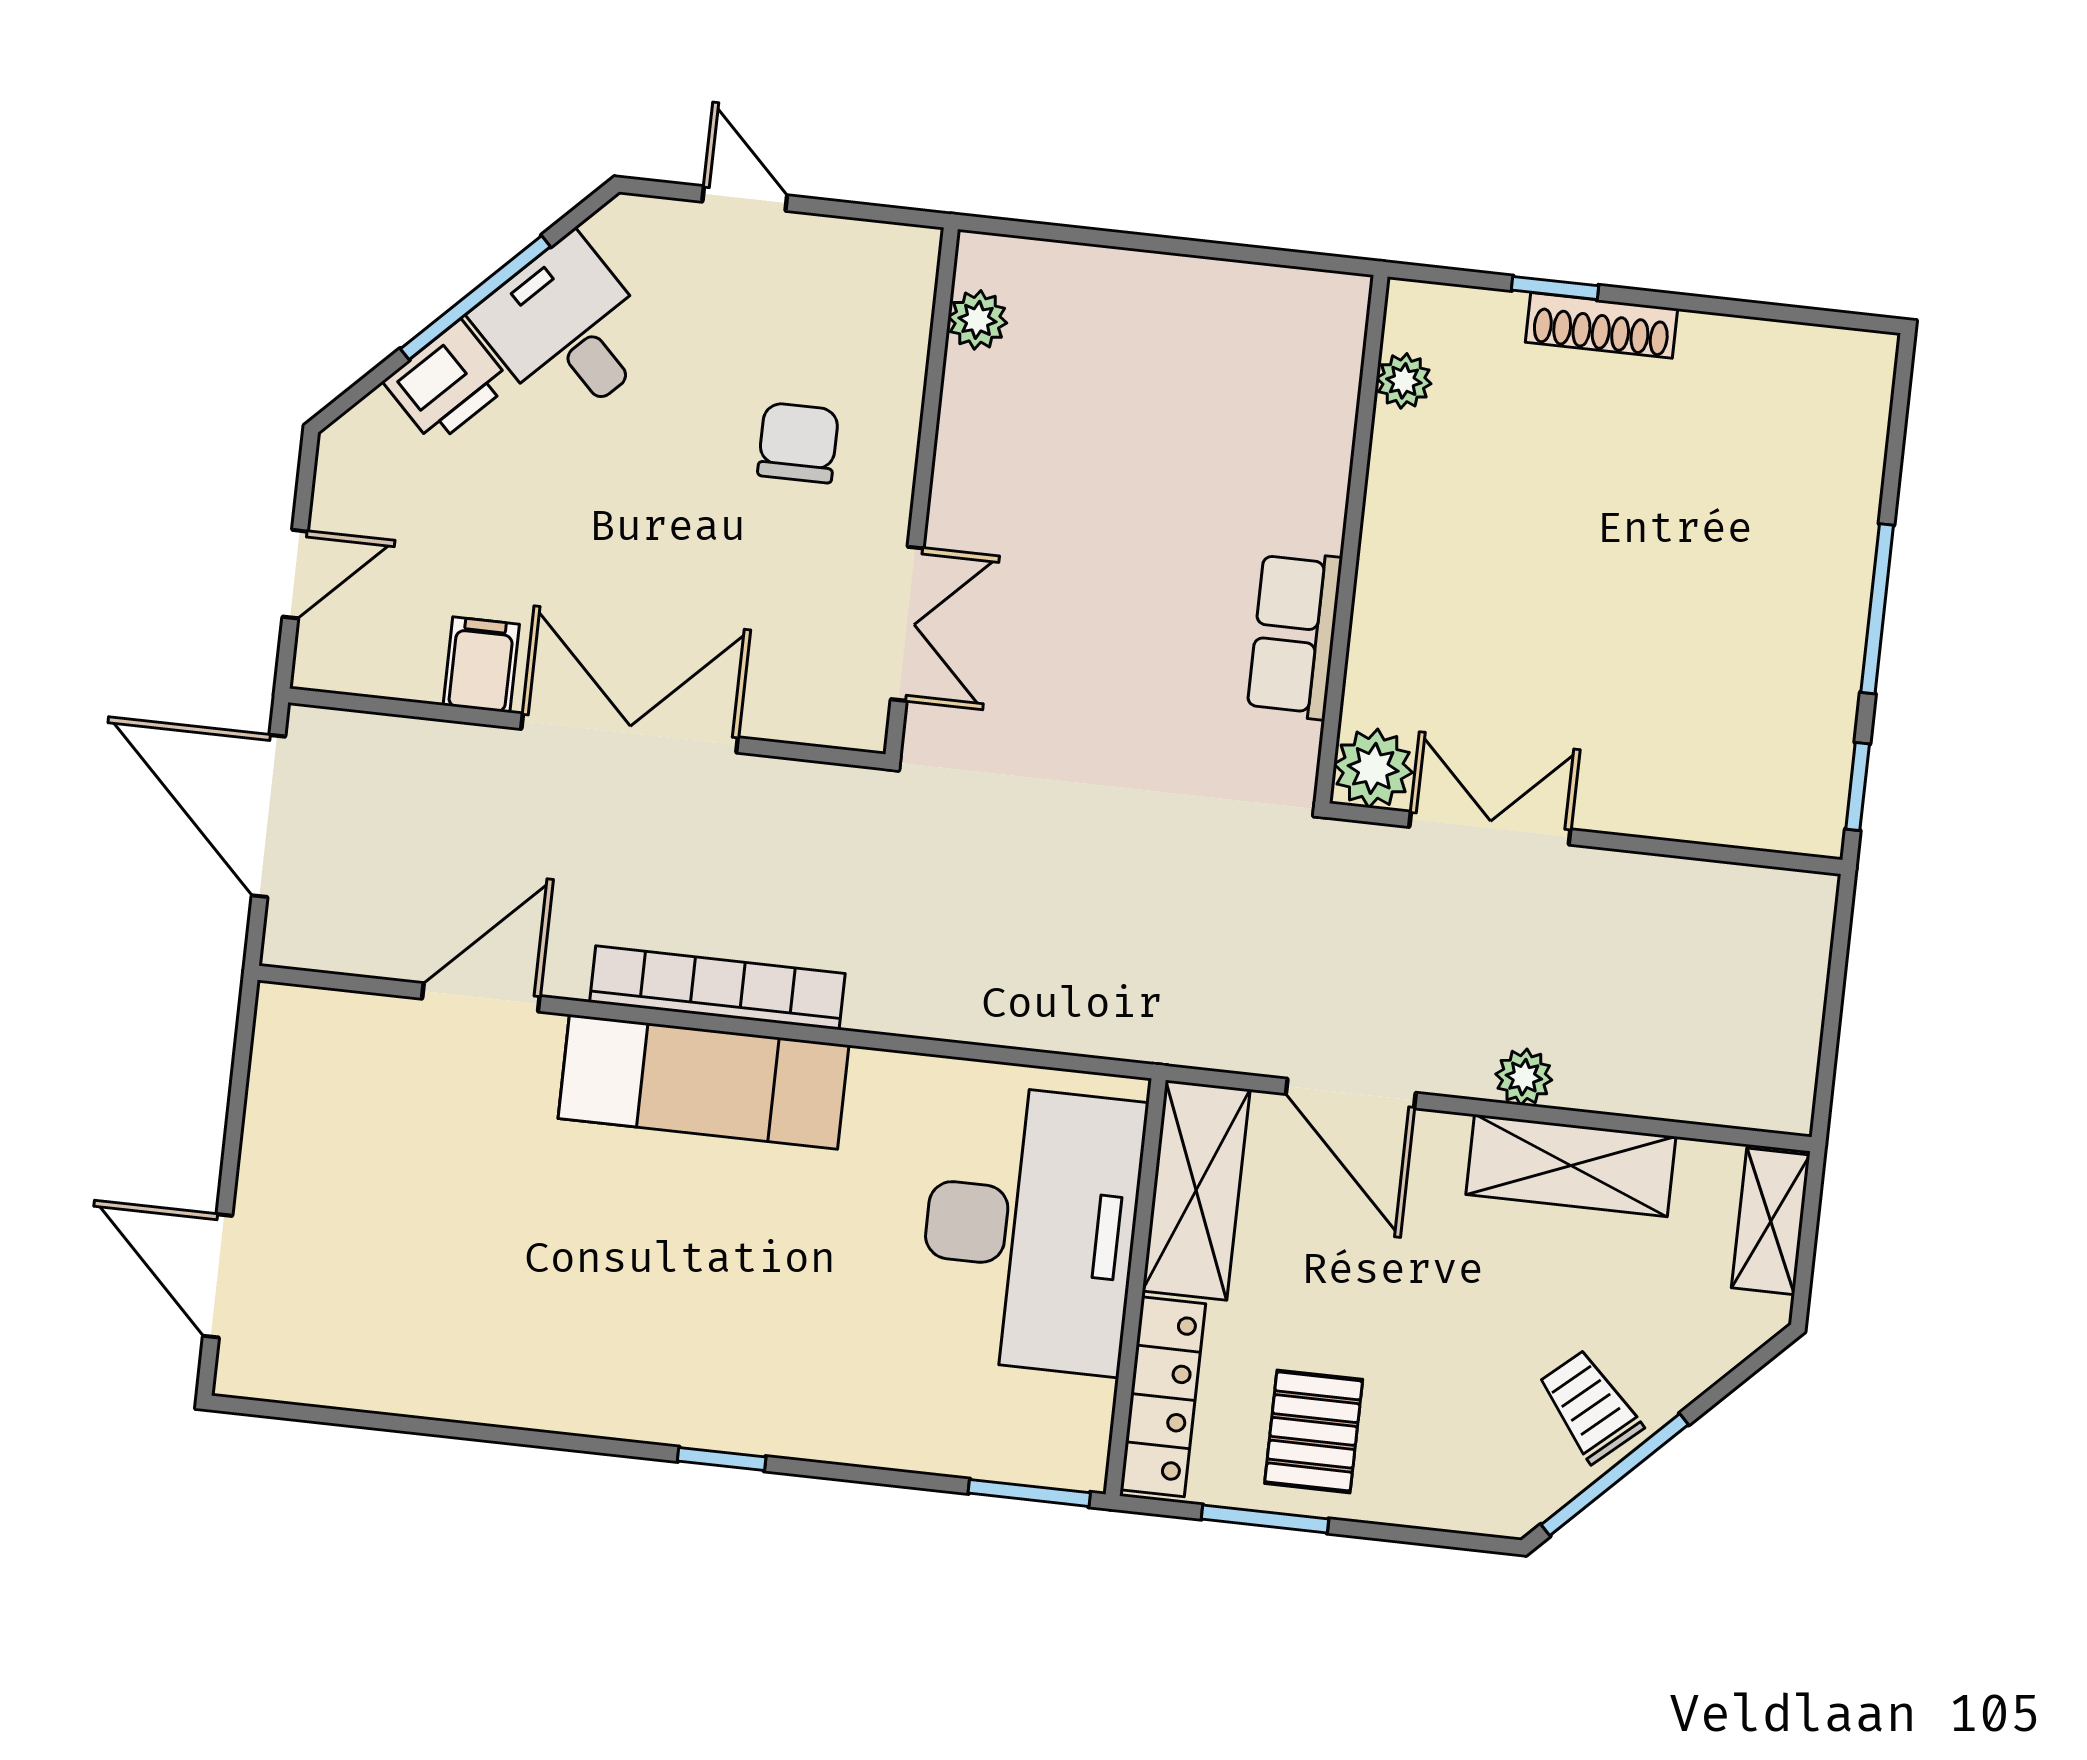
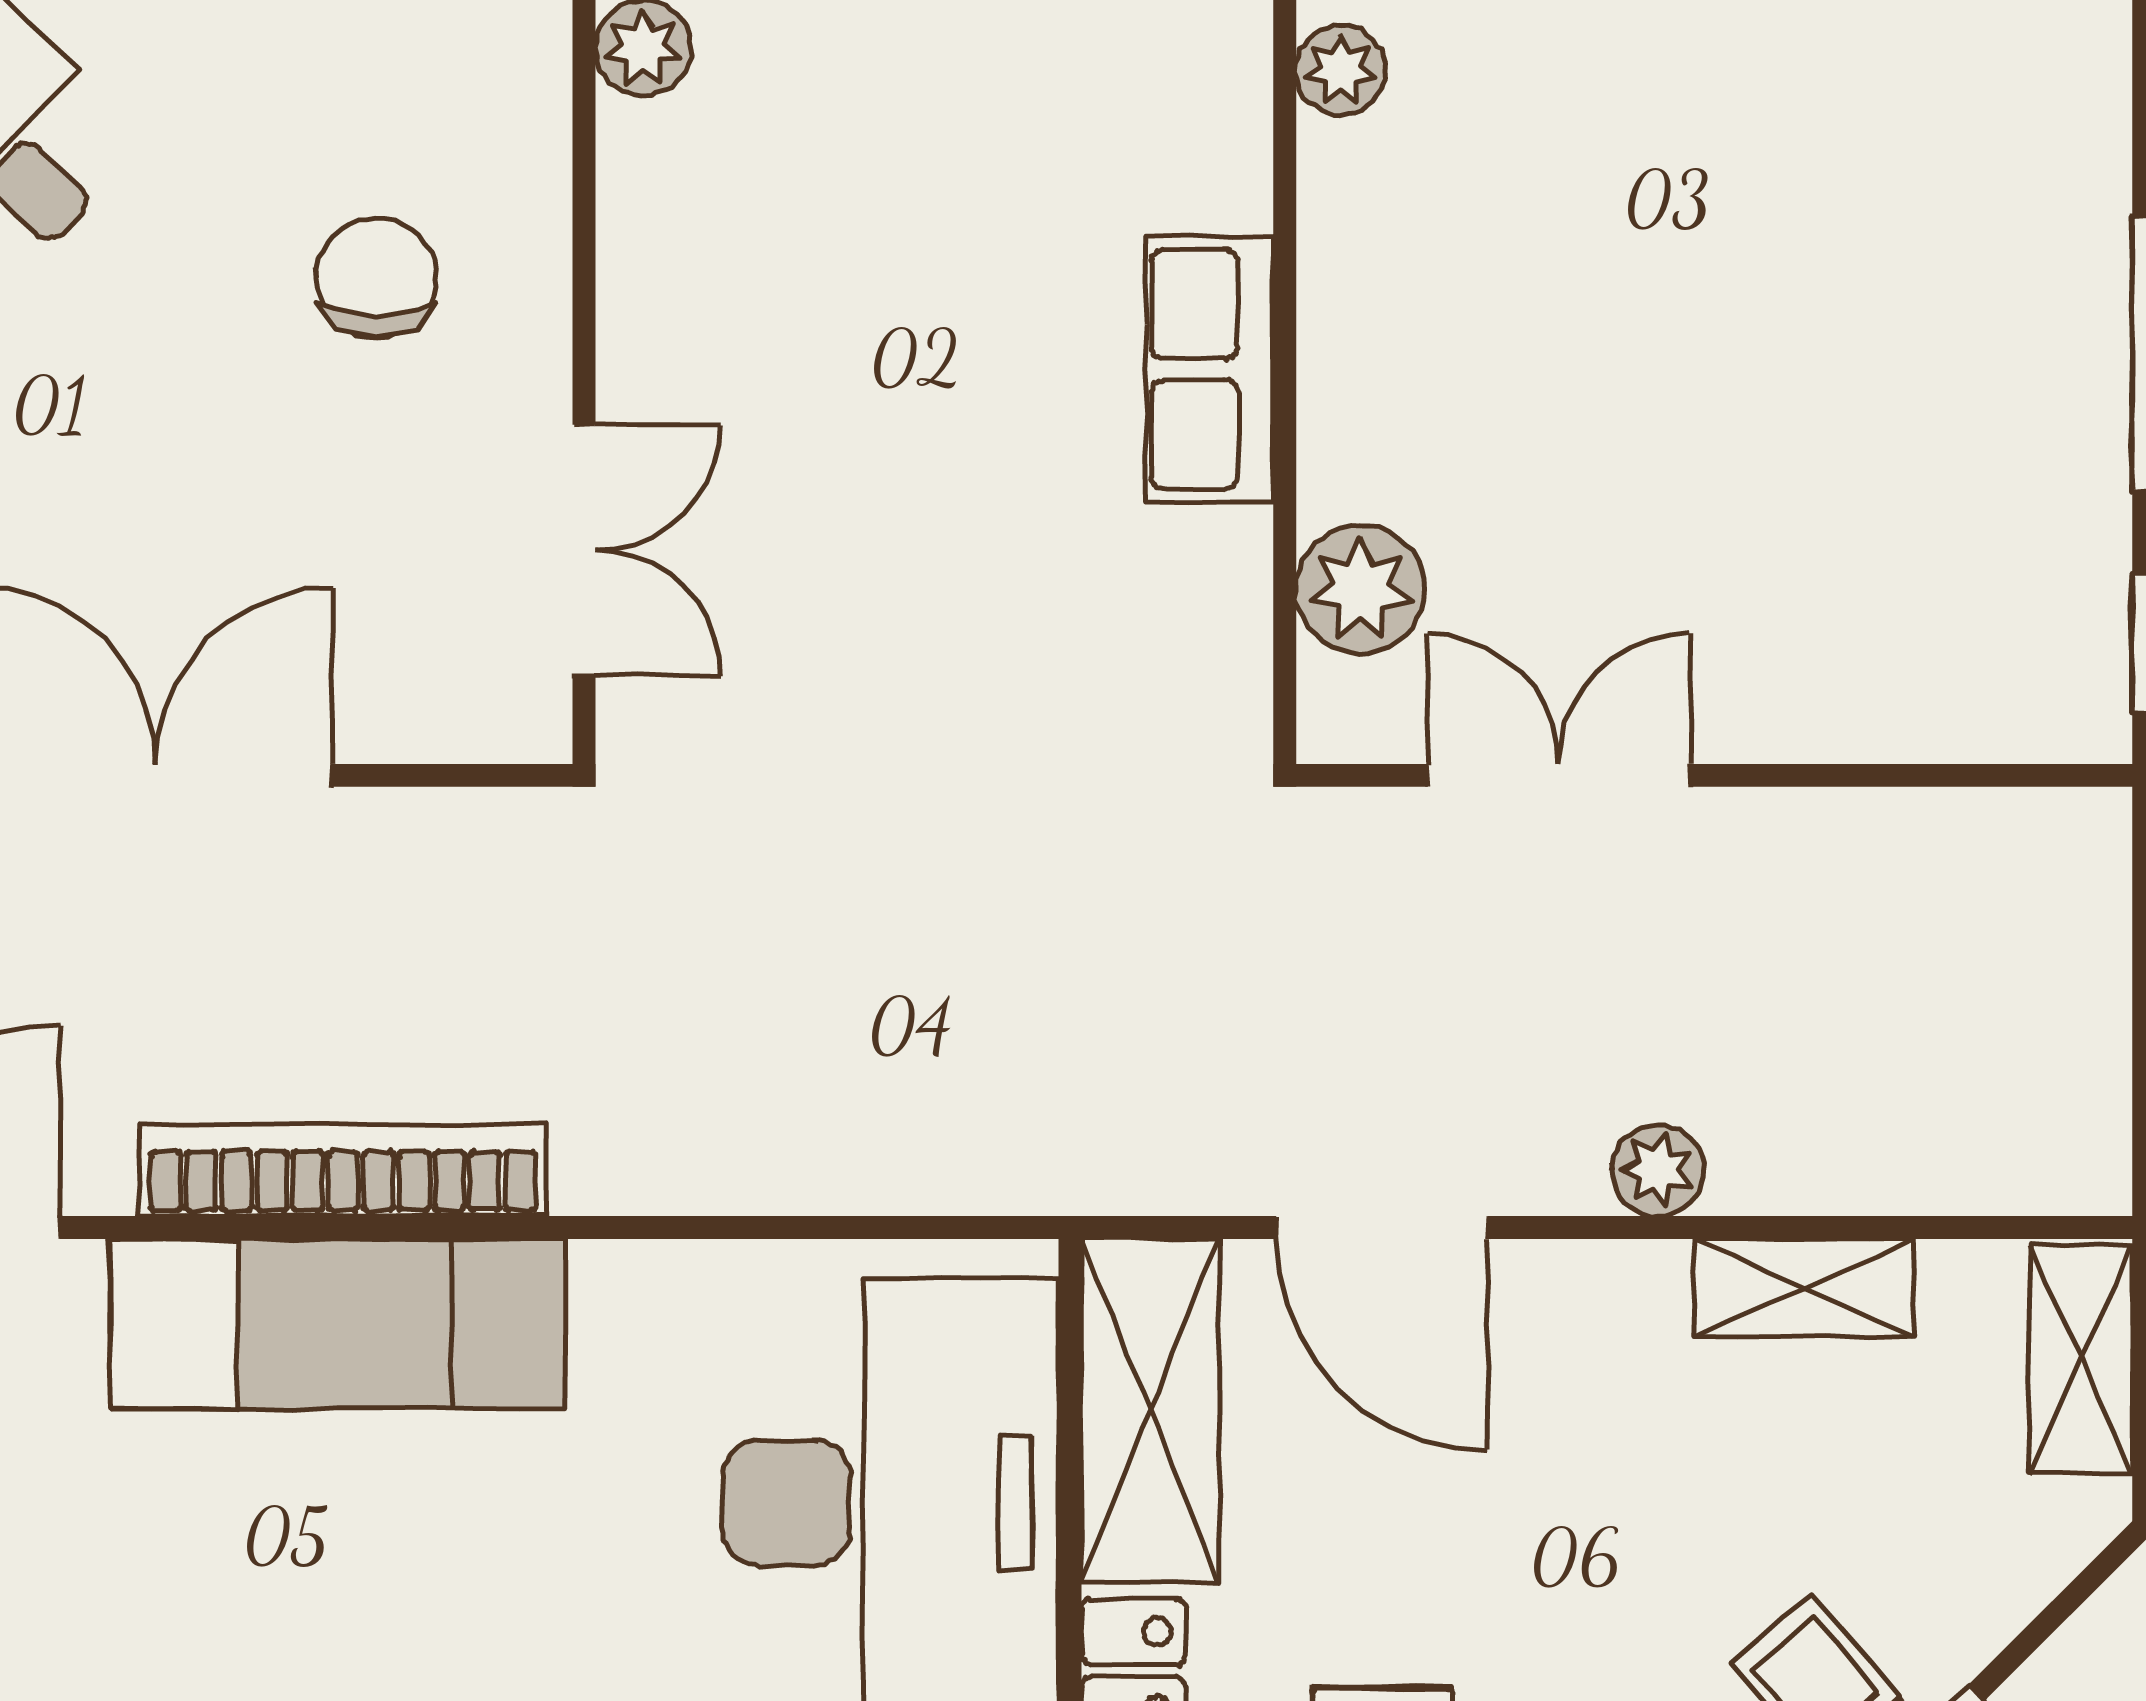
row of seats: (1295, 635) -> (1210, 369), moved
plant: (1373, 768) -> (1360, 590), moved
shelving: (1571, 1165) -> (1804, 1288), width x0.67, depth x0.75

